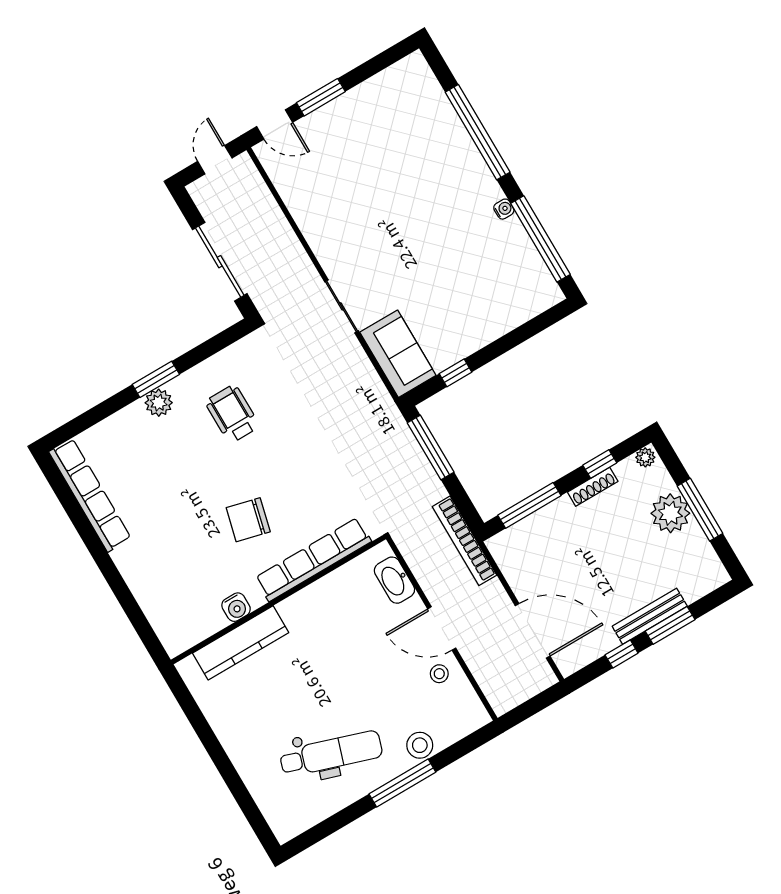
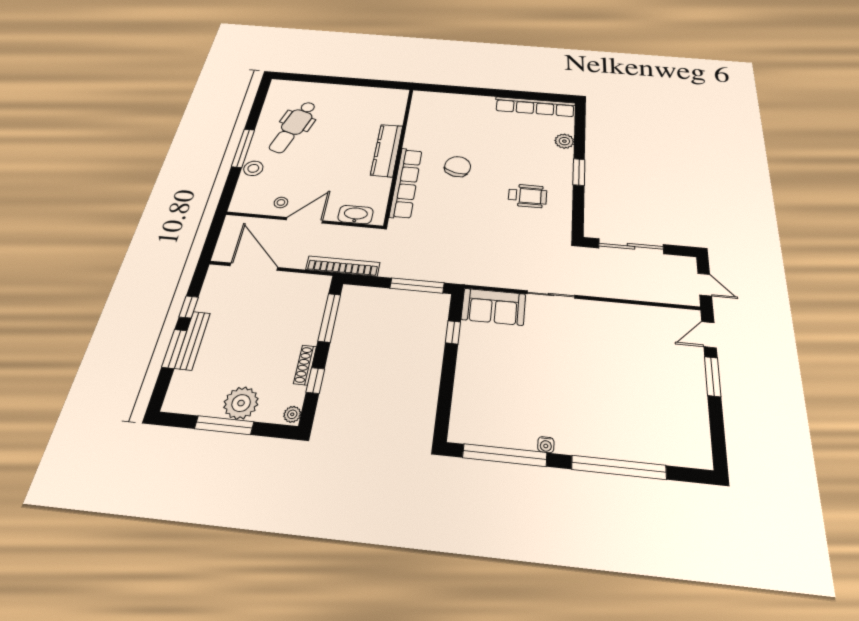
plant: (159, 403) -> (564, 141), moved
water cooler: (236, 607) -> (414, 133), removed
door: (533, 631) -> (254, 267), swing flipped
kitchen counter: (241, 643) -> (387, 150), moved

